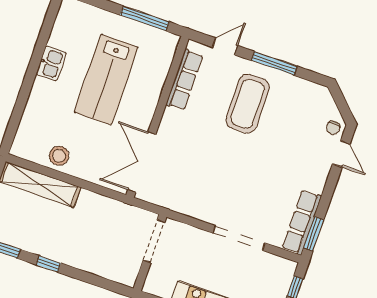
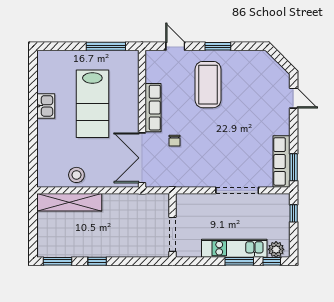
door: (225, 46) -> (175, 46), hinge flipped
window: (274, 63) -> (218, 46), width x0.69
row of seats: (184, 80) -> (153, 108), moved
chair: (333, 128) -> (175, 141), moved
doorway: (154, 241) -> (172, 234), moved

